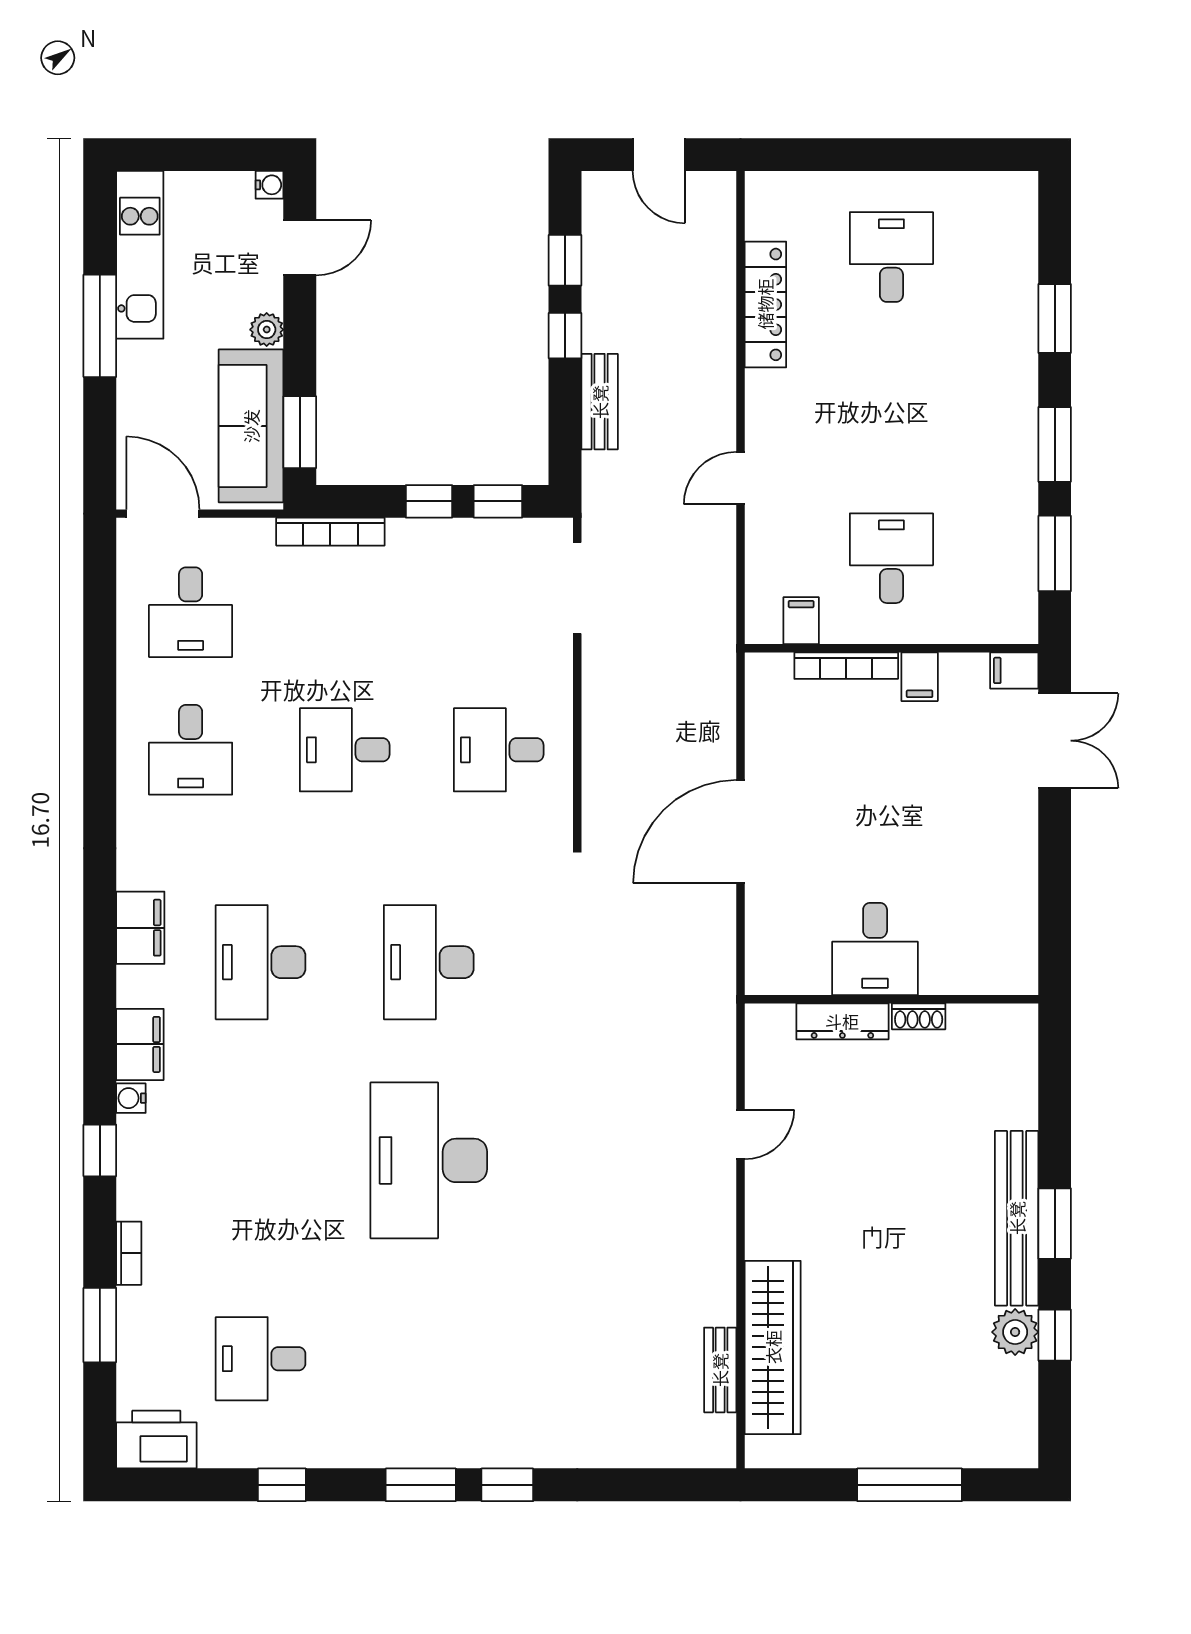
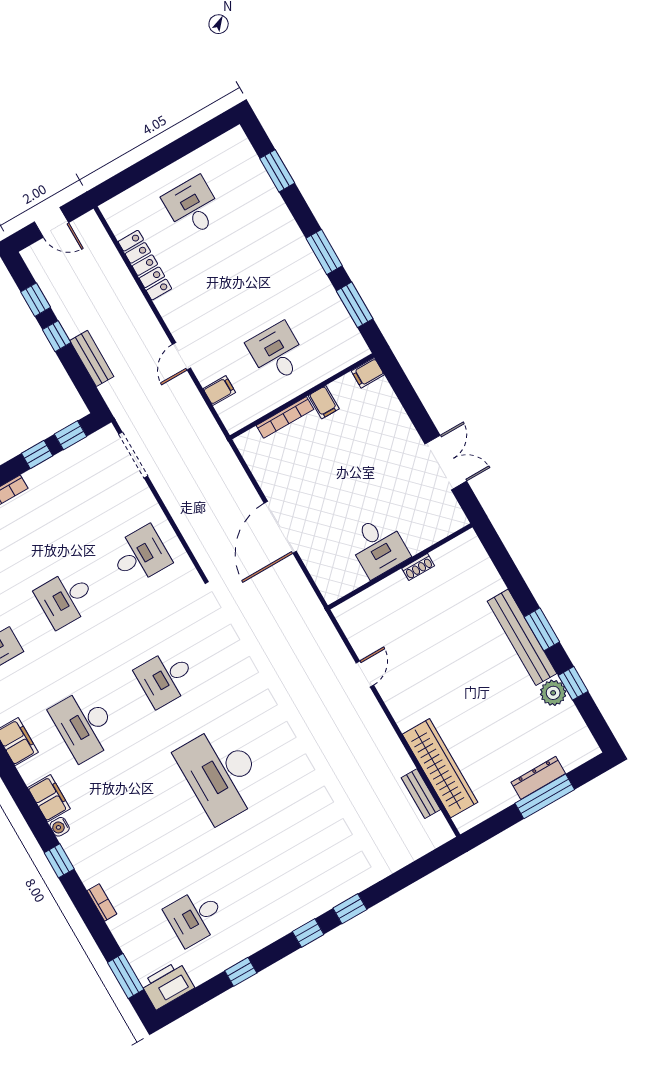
window: (1055, 319) -> (277, 171), moved
filing cabinet: (801, 621) -> (219, 391), moved, turned 90
double door: (1055, 741) -> (446, 463), moved
desk: (499, 750) -> (140, 555), turned 180
desk: (429, 962) -> (166, 678), width x0.73
dresser: (842, 1021) -> (538, 778), moved, turned 180
window: (100, 1325) -> (126, 976), moved
window: (421, 1485) -> (308, 933), width x0.67

